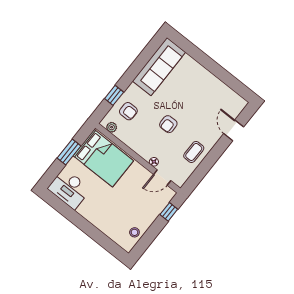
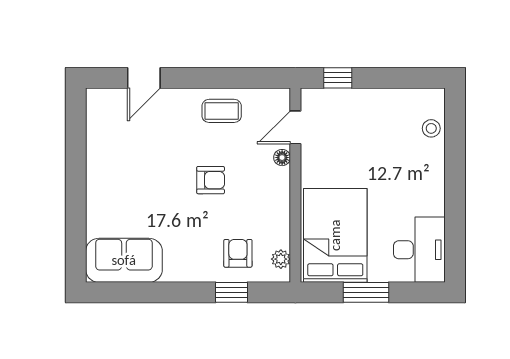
sofa: (159, 67) -> (124, 260), width x0.73
door: (162, 178) -> (295, 127), swing flipped
stool: (134, 232) -> (431, 128), moved

